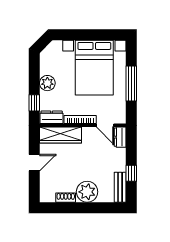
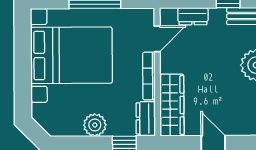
dresser: (120, 137) -> (193, 16), moved

